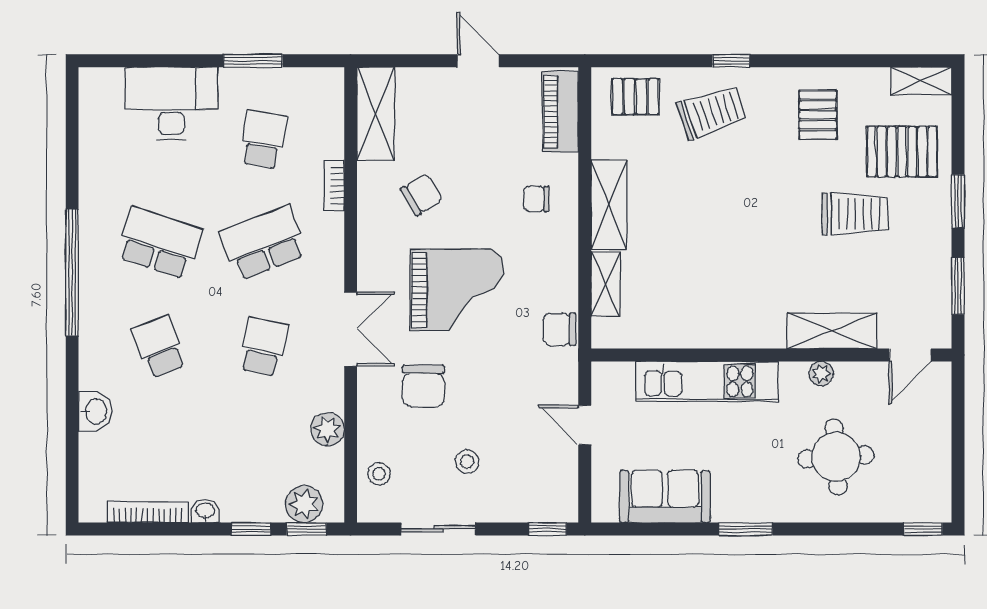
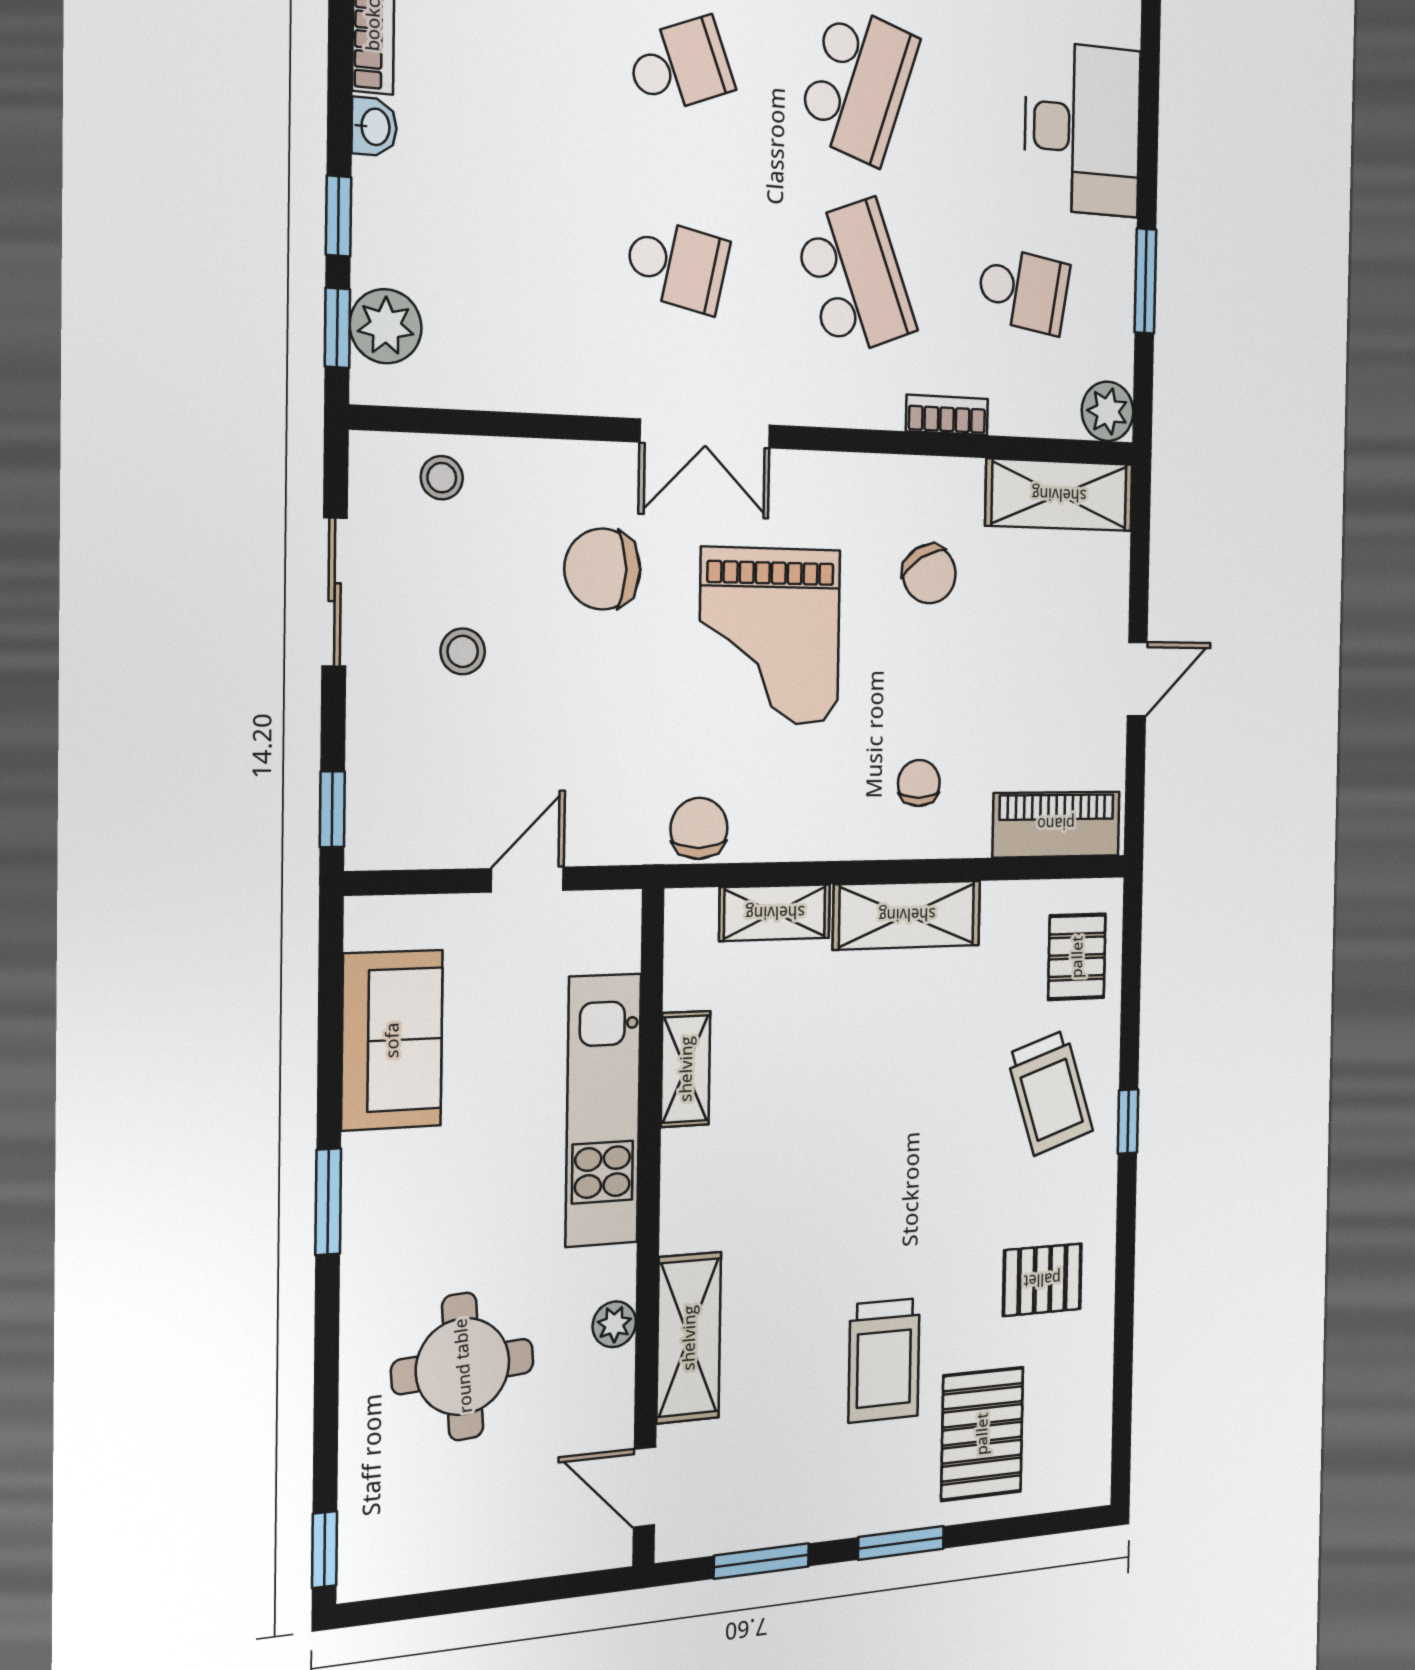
shelving: (921, 81) -> (686, 1069), moved
plant: (328, 429) -> (1108, 411), moved

